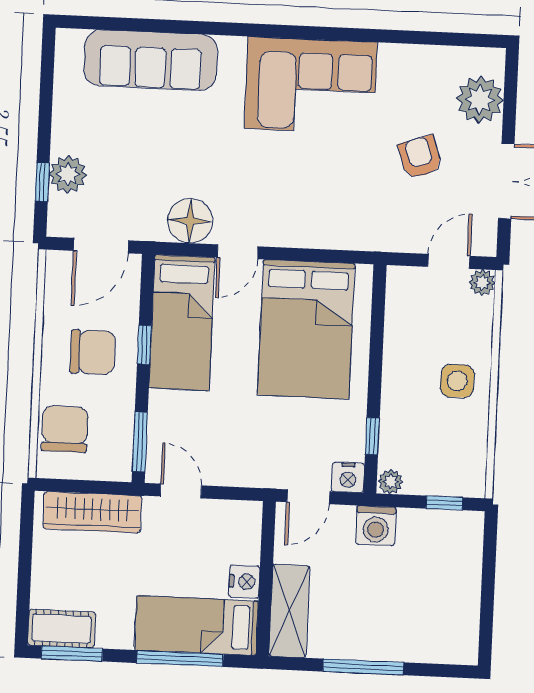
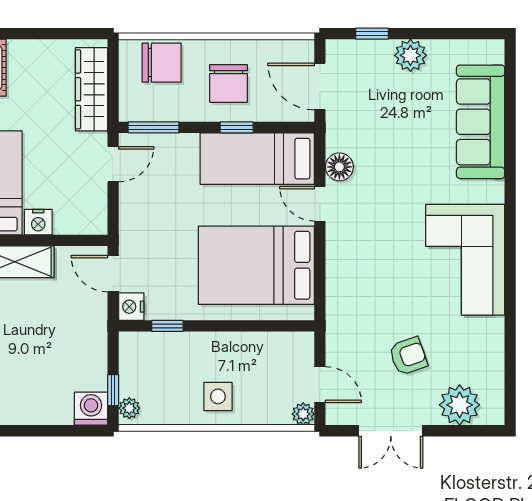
plant: (68, 174) -> (410, 55), moved
floor lamp: (190, 221) -> (339, 167), width x0.73, depth x0.73
plant: (391, 482) -> (129, 408), moved
washing machine: (376, 526) -> (91, 409), moved, turned 90

